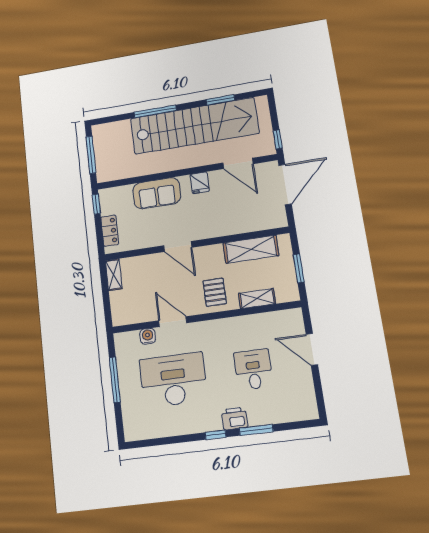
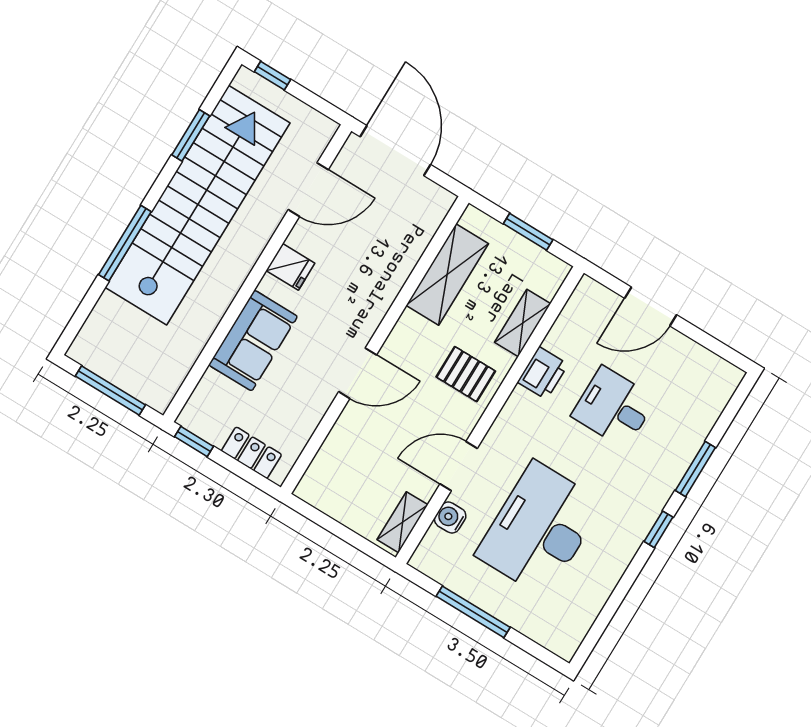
window: (278, 139) -> (273, 76), moved
shelving: (114, 275) -> (403, 522), moved, turned 90
printer: (234, 418) -> (543, 373), moved, turned 180

